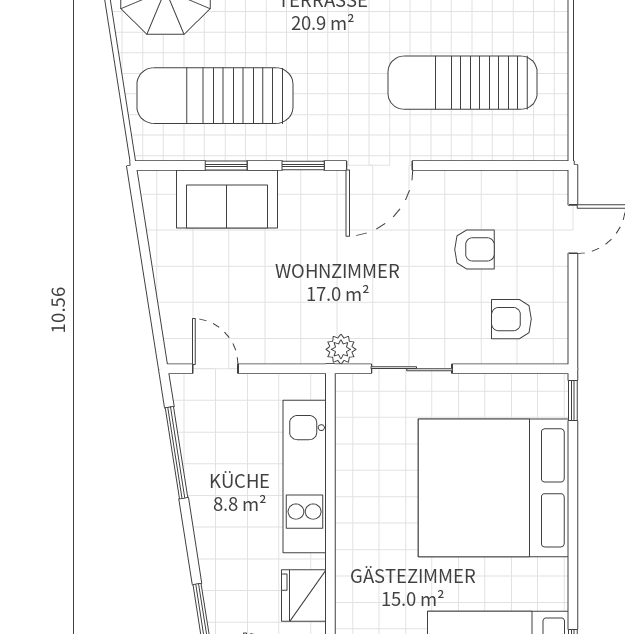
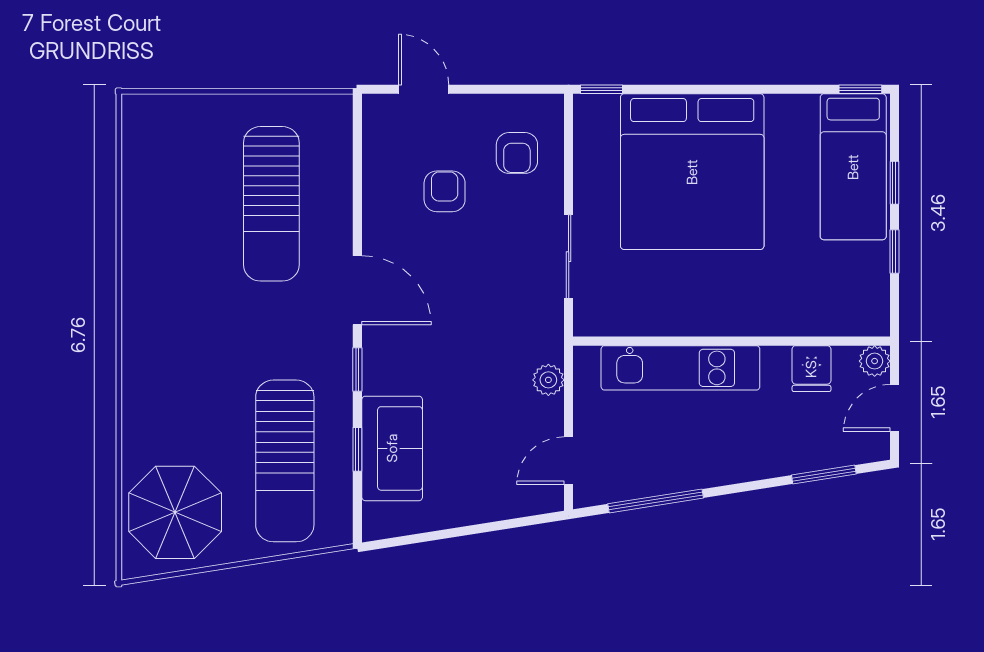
plant: (341, 349) -> (548, 380), moved
fridge: (304, 596) -> (811, 369), width x0.72

